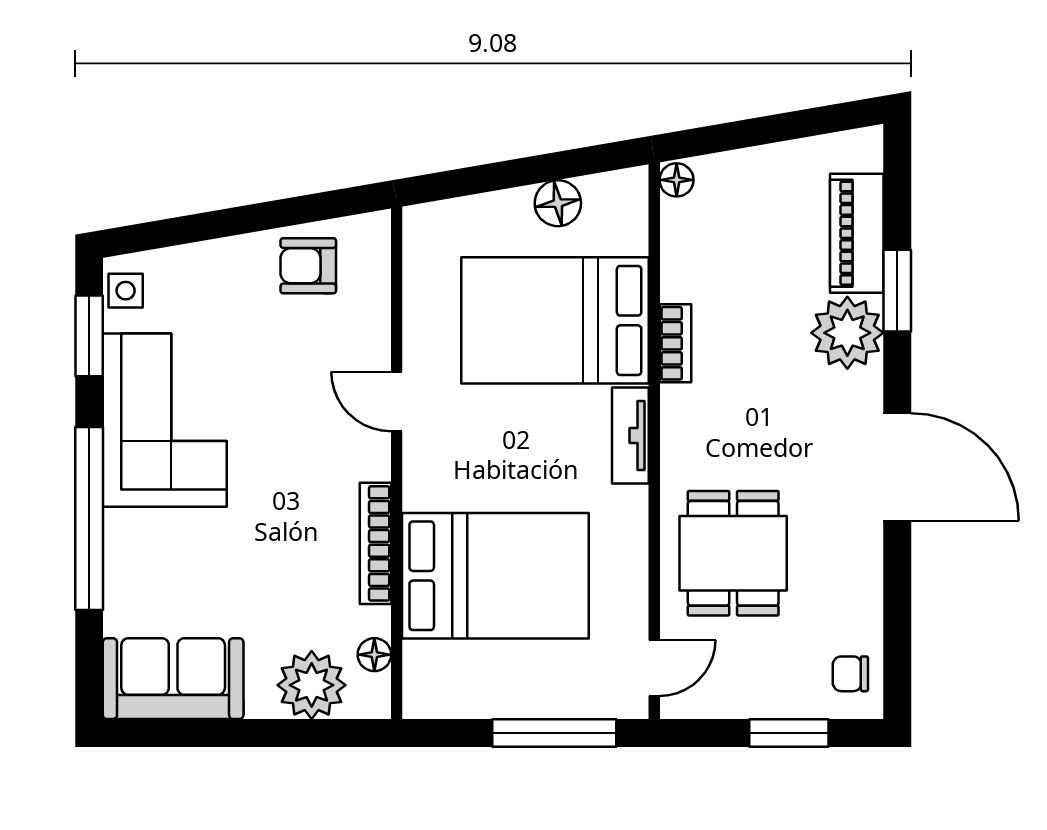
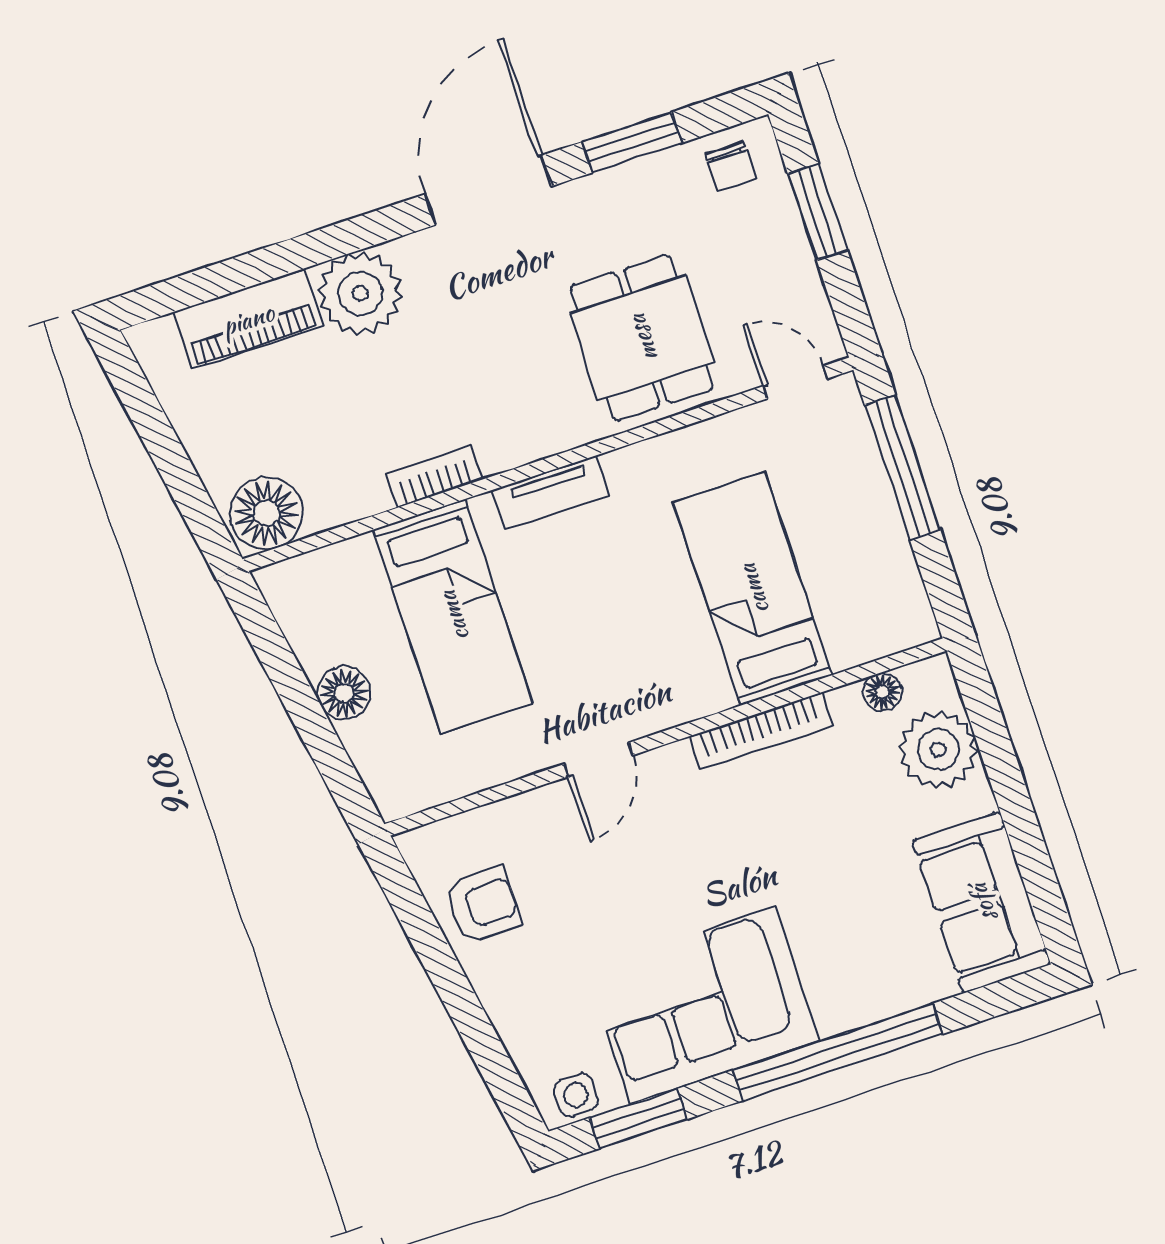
floor lamp: (677, 180) -> (266, 513), width x1.89, depth x1.89
floor lamp: (558, 203) -> (344, 693), moved
armchair: (308, 266) -> (483, 905), turned -90
window: (897, 291) -> (632, 143), moved
bed: (555, 320) -> (453, 616), width x0.67
dining table: (733, 553) -> (642, 338), turned 90
bed: (495, 576) -> (753, 589), width x0.67

